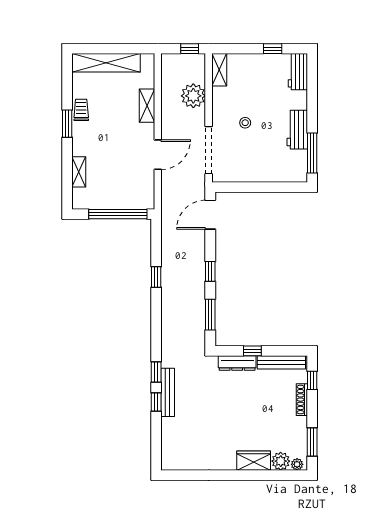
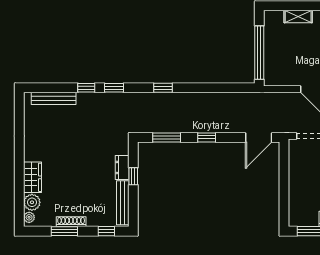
door: (210, 215) -> (259, 137), swing flipped
window: (156, 277) -> (163, 88), moved
dresser: (237, 363) -> (122, 167), width x0.70
bench: (168, 392) -> (54, 98), moved
shoe rack: (302, 400) -> (71, 222), moved
window: (312, 442) -> (64, 231), moved

